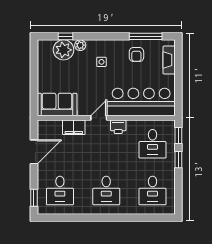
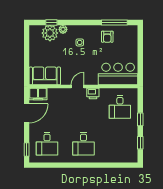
fireplace: (169, 60) -> (133, 41), removed
bar counter: (141, 102) -> (118, 74), width x0.73
filing cabinet: (74, 127) -> (38, 94), moved
window: (178, 136) -> (140, 143), moved
desk: (153, 190) -> (120, 144), removed

